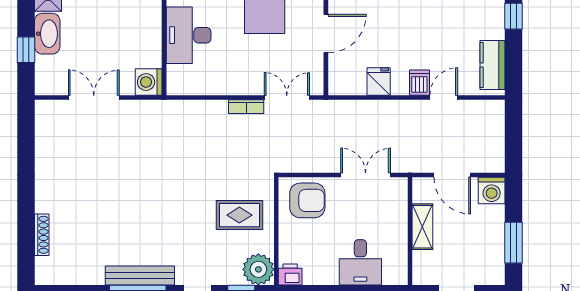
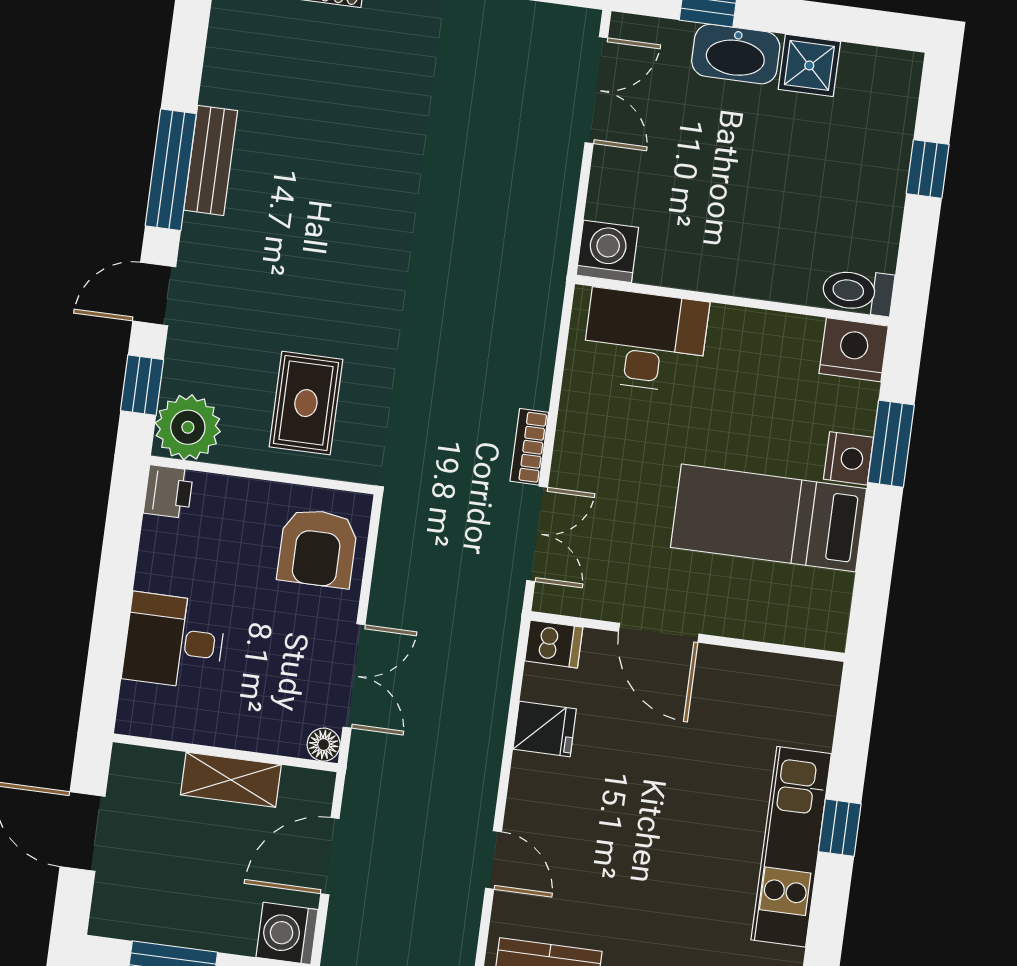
desk: (189, 35) -> (645, 341), moved
dishwasher: (419, 83) -> (554, 644), moved
double door: (94, 97) -> (596, 90), moved
floor lamp: (400, 185) -> (324, 745), added
bench: (140, 275) -> (211, 160), width x0.73

